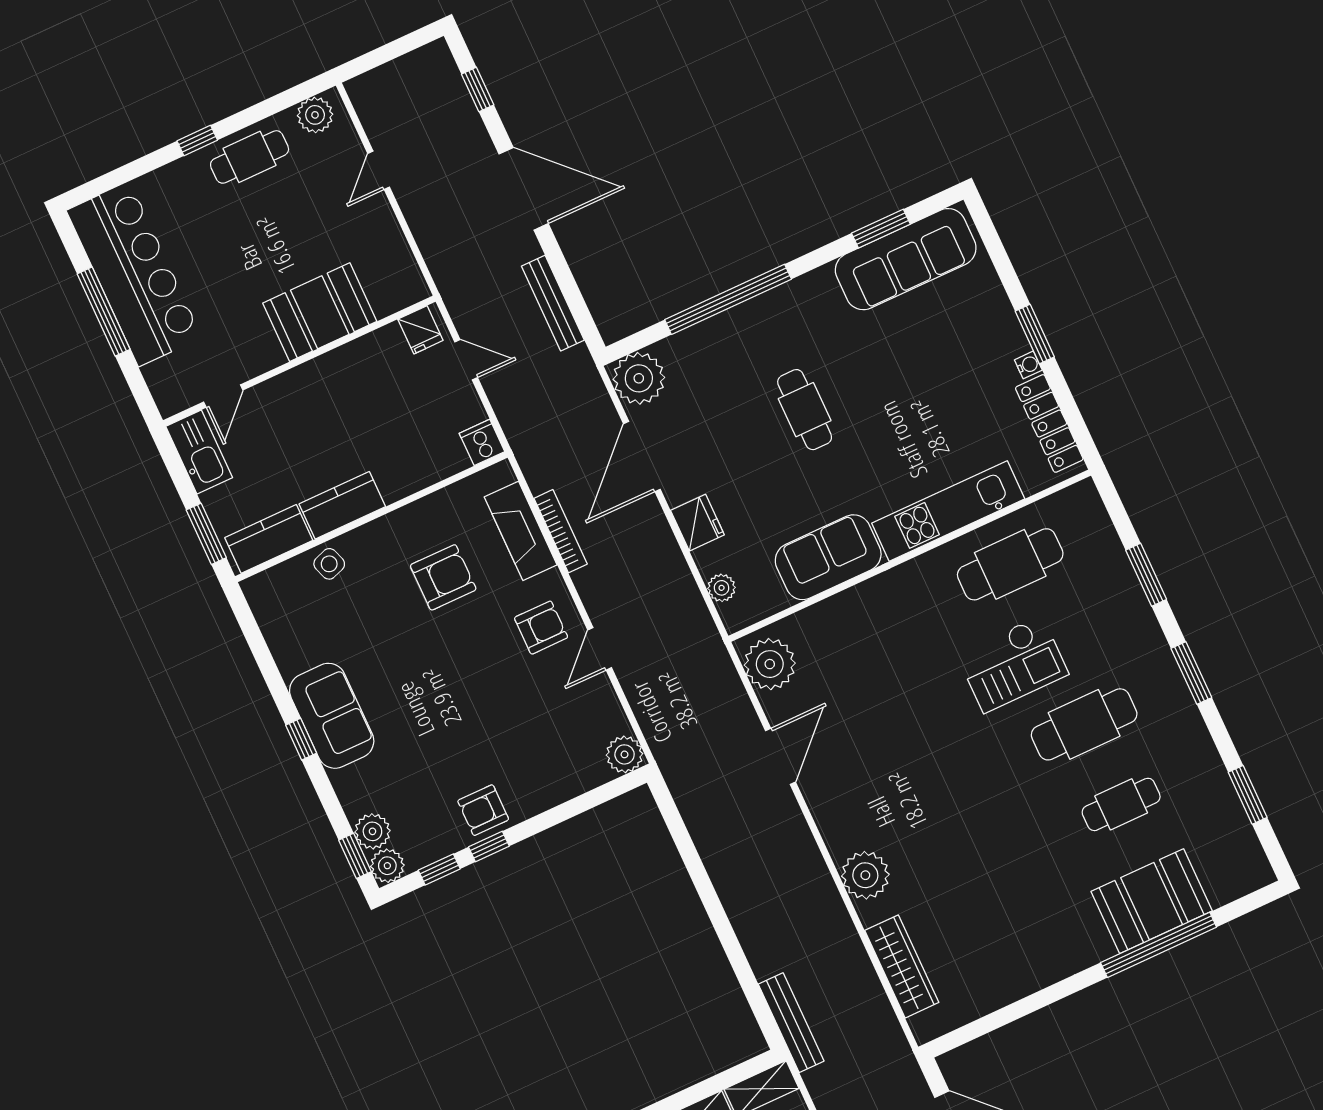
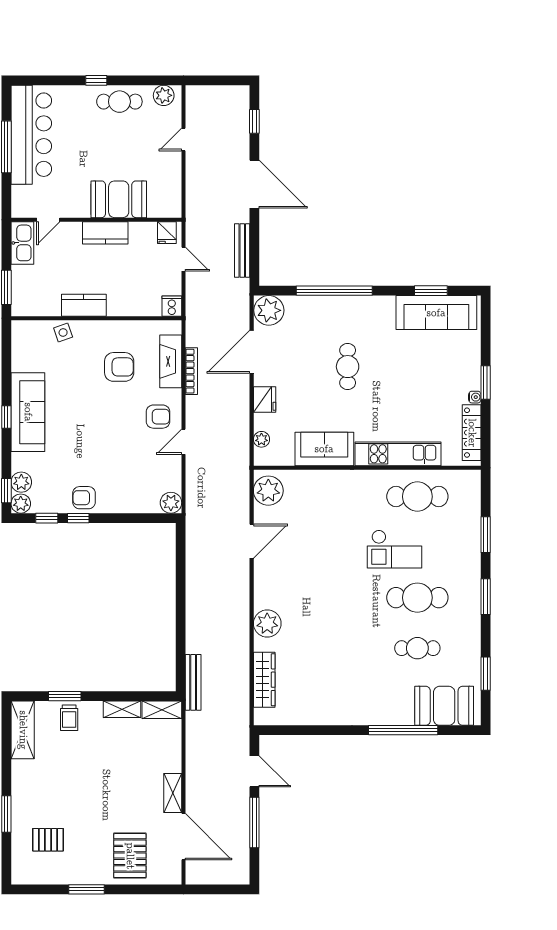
kitchen counter: (269, 539) -> (105, 233), moved, turned 180
sofa: (332, 716) -> (28, 412), width x1.36
booth: (1152, 901) -> (444, 706), moved

